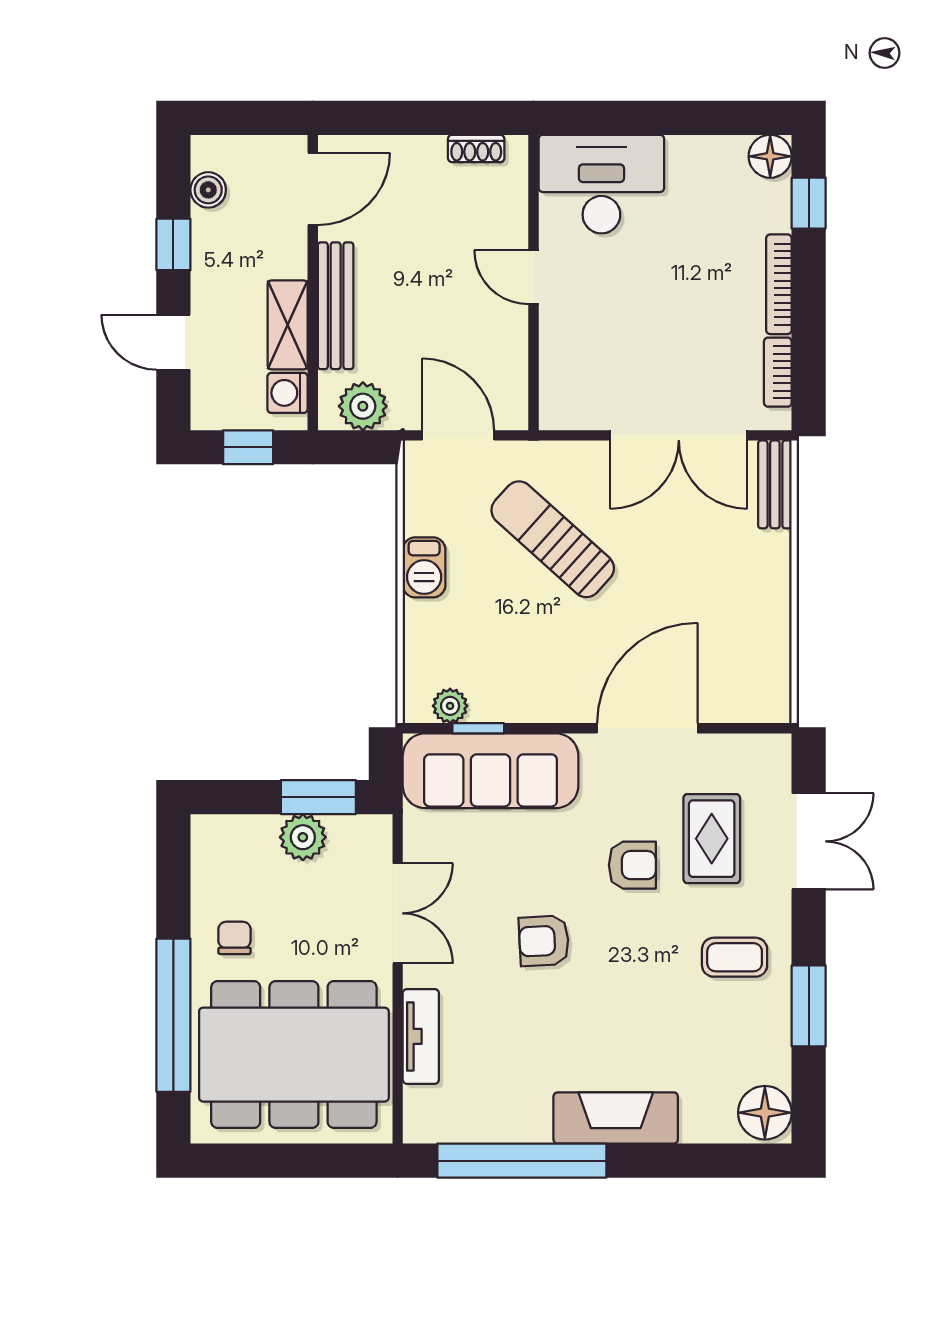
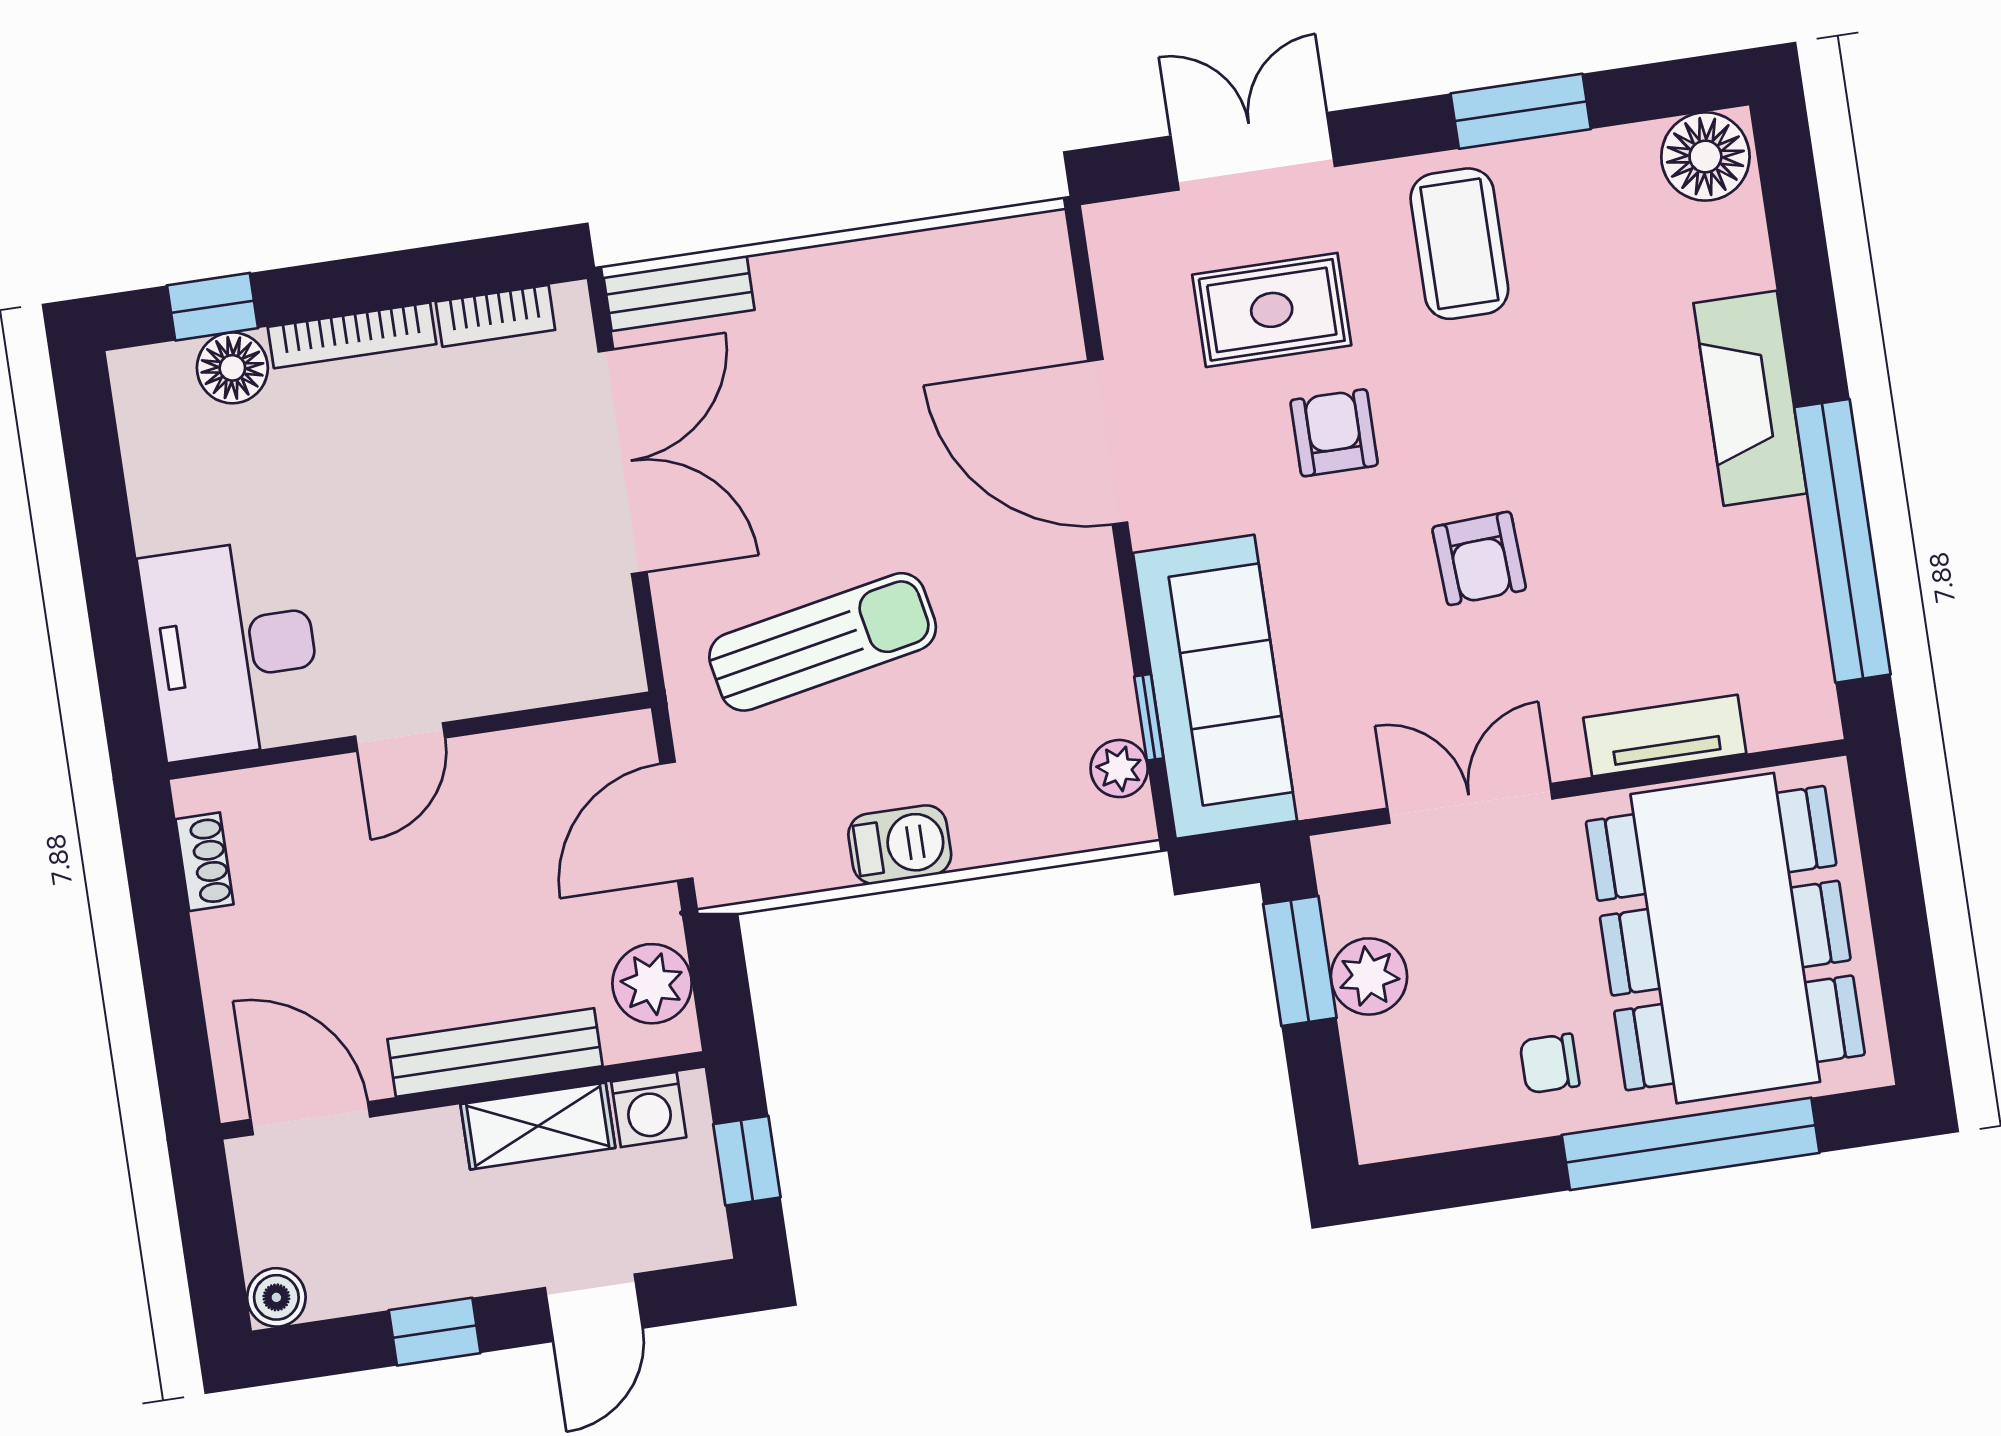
floor lamp: (770, 156) -> (232, 368), moved
boiler: (208, 190) -> (276, 1297), moved
sun lounger: (553, 539) -> (823, 642), turned -143
coffee table: (735, 957) -> (1459, 244), width x1.36, depth x1.30

